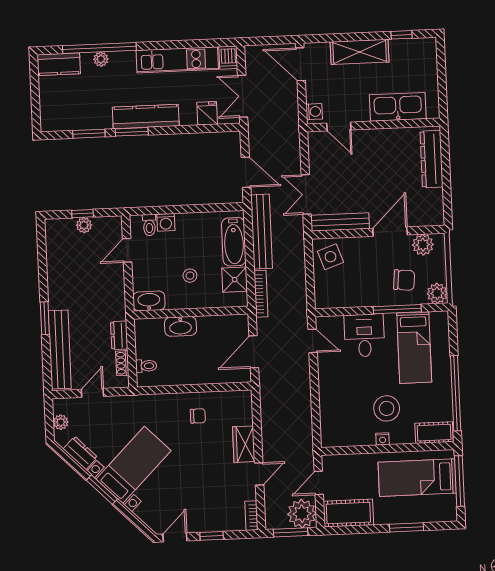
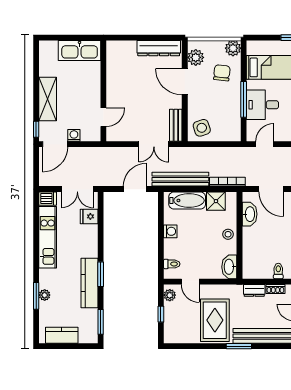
window: (402, 35) -> (36, 129), moved
window: (99, 48) -> (36, 296), width x0.47
kitchen counter: (59, 64) -> (62, 335), moved, turned -90
kitchen sink: (398, 107) -> (80, 51), moved, turned -90
washing machine: (314, 112) -> (74, 135), moved
kitchen counter: (146, 117) -> (90, 283), moved
window: (89, 134) -> (101, 322), moved
dresser: (431, 159) -> (159, 48), moved
washing machine: (166, 222) -> (170, 231), moved
bench: (340, 222) -> (176, 125), width x0.73
plant: (84, 225) -> (170, 295), moved
stool: (190, 276) -> (228, 234), moved
rug: (78, 285) -> (215, 320), added
window: (397, 309) -> (244, 99), moved
washbasin: (180, 326) -> (250, 214), moved

